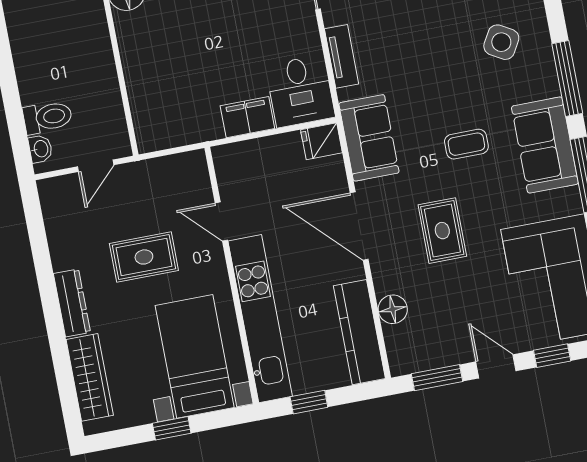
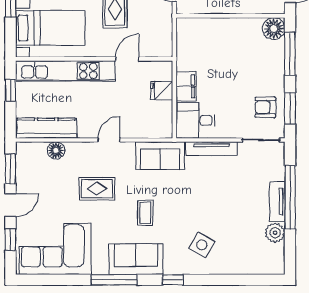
tv unit: (342, 56) -> (211, 149), width x1.41
window: (567, 78) -> (173, 280), width x0.46
fridge: (321, 141) -> (162, 91), moved, turned -90
door: (359, 226) -> (109, 140), width x0.53

